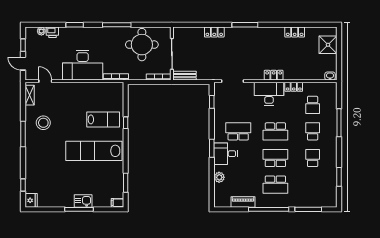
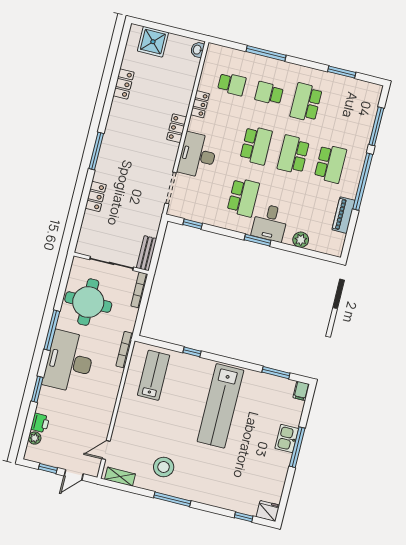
desk: (83, 65) -> (69, 362), moved, turned 180
desk: (269, 94) -> (198, 155), moved
lab bench: (103, 119) -> (154, 375), moved
school desk: (238, 131) -> (243, 197), turned 180
school desk: (313, 158) -> (306, 102), width x1.85

